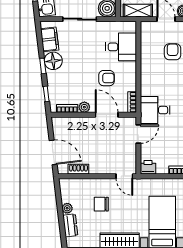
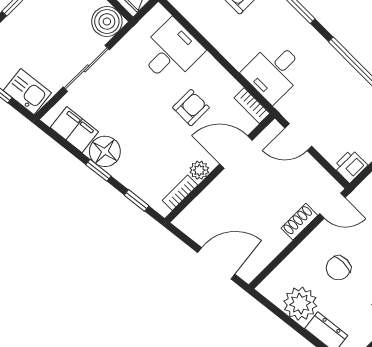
desk: (155, 110) -> (274, 72), moved
door: (138, 134) -> (298, 137), swing flipped
shoe rack: (78, 169) -> (299, 222), moved
plant: (67, 208) -> (300, 304), width x1.88, depth x1.88

